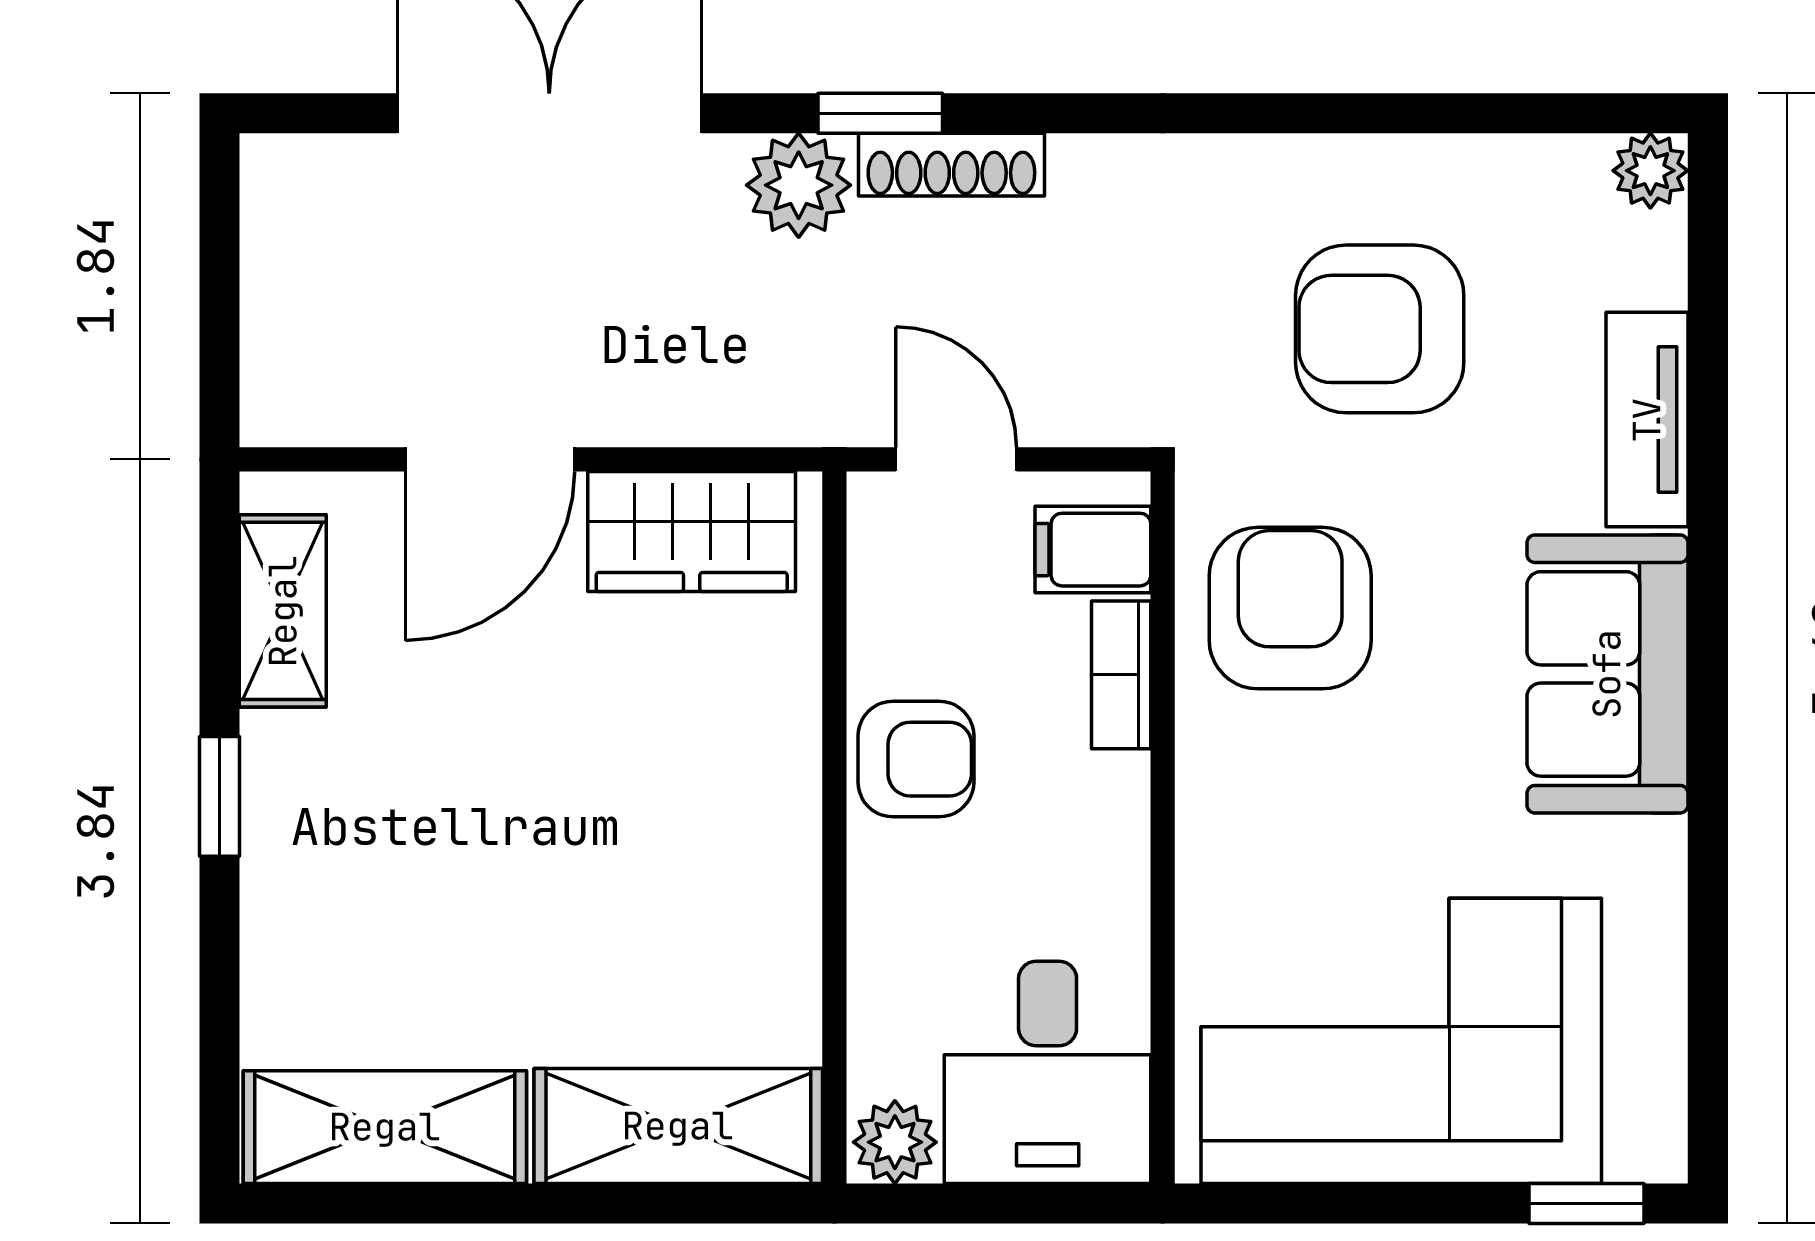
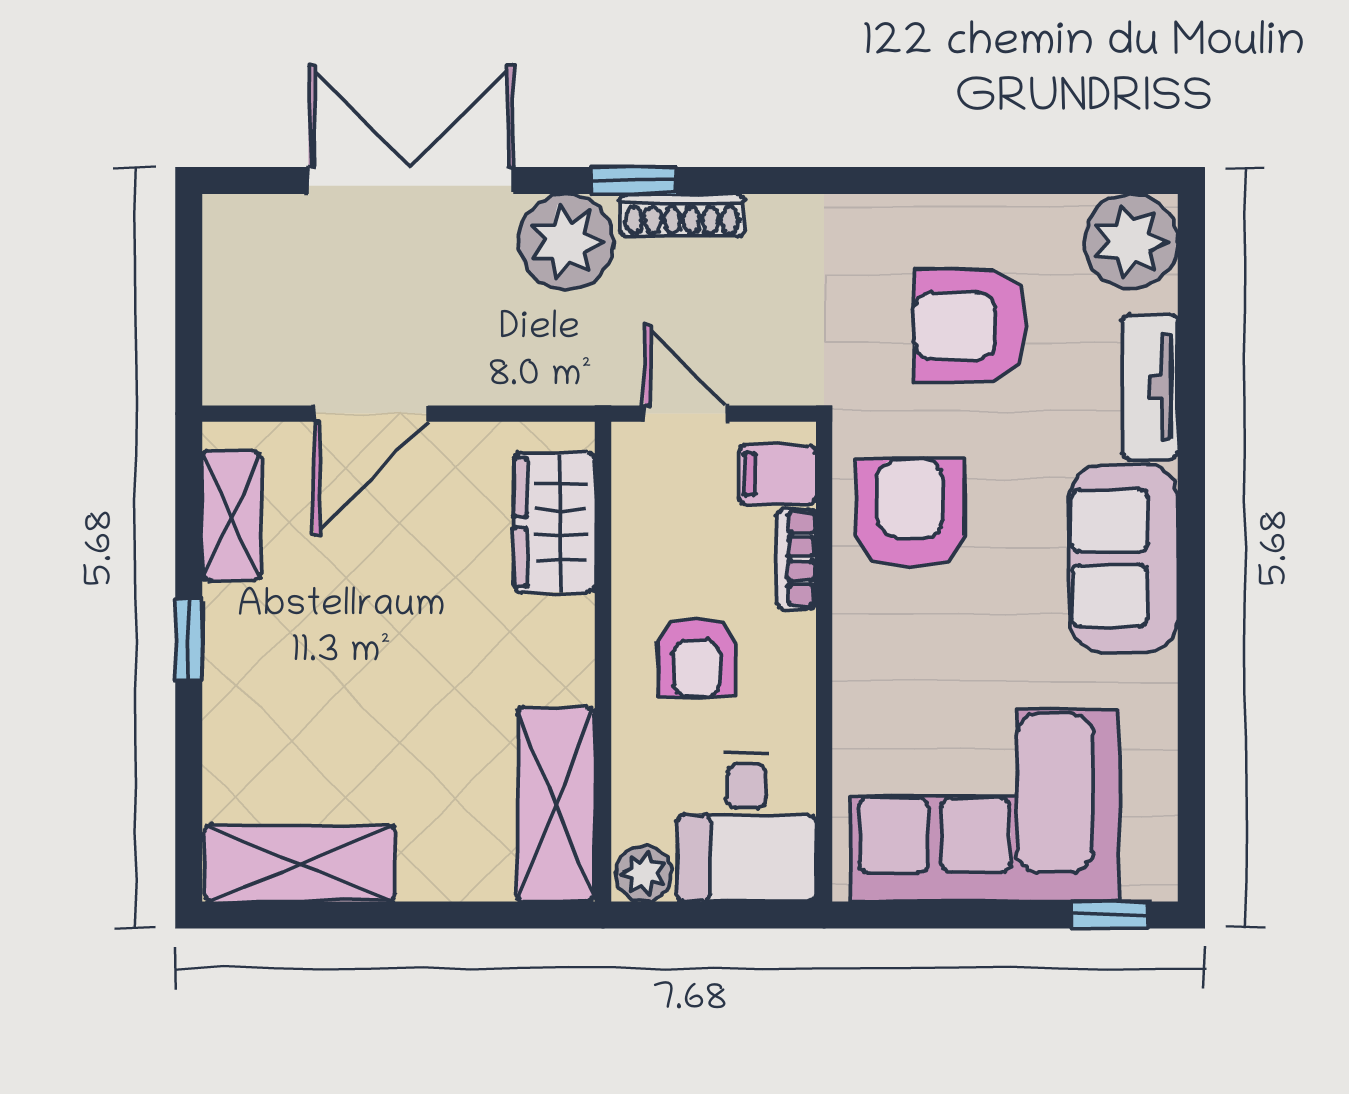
plant: (1650, 171) -> (1131, 241), width x1.88, depth x1.88
plant: (799, 185) -> (566, 242), width x1.36, depth x1.36
wardrobe: (692, 531) -> (554, 522), moved, turned 90
armchair: (916, 759) -> (697, 658), moved, turned 90
shelving: (678, 1126) -> (556, 804), moved, turned 90

